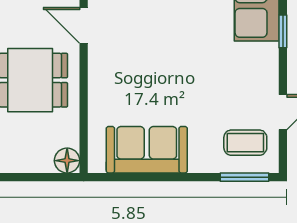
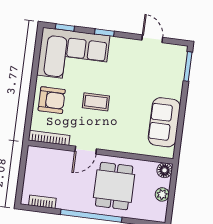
coffee table: (245, 143) -> (96, 102), moved, turned 90
plant: (26, 162) -> (162, 194), added

